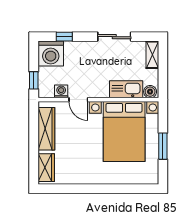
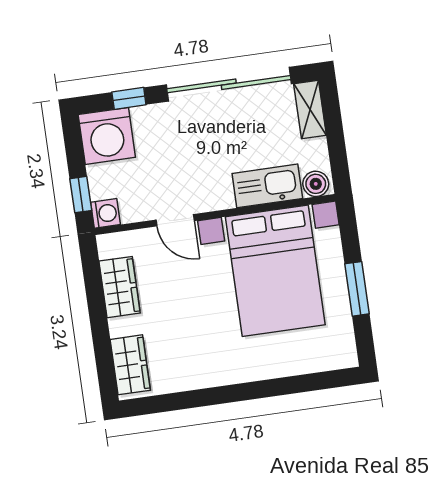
sliding door: (114, 37) -> (229, 84), width x1.86
washing machine: (61, 91) -> (106, 213), moved, turned 90
wardrobe: (46, 129) -> (120, 287), width x0.67

